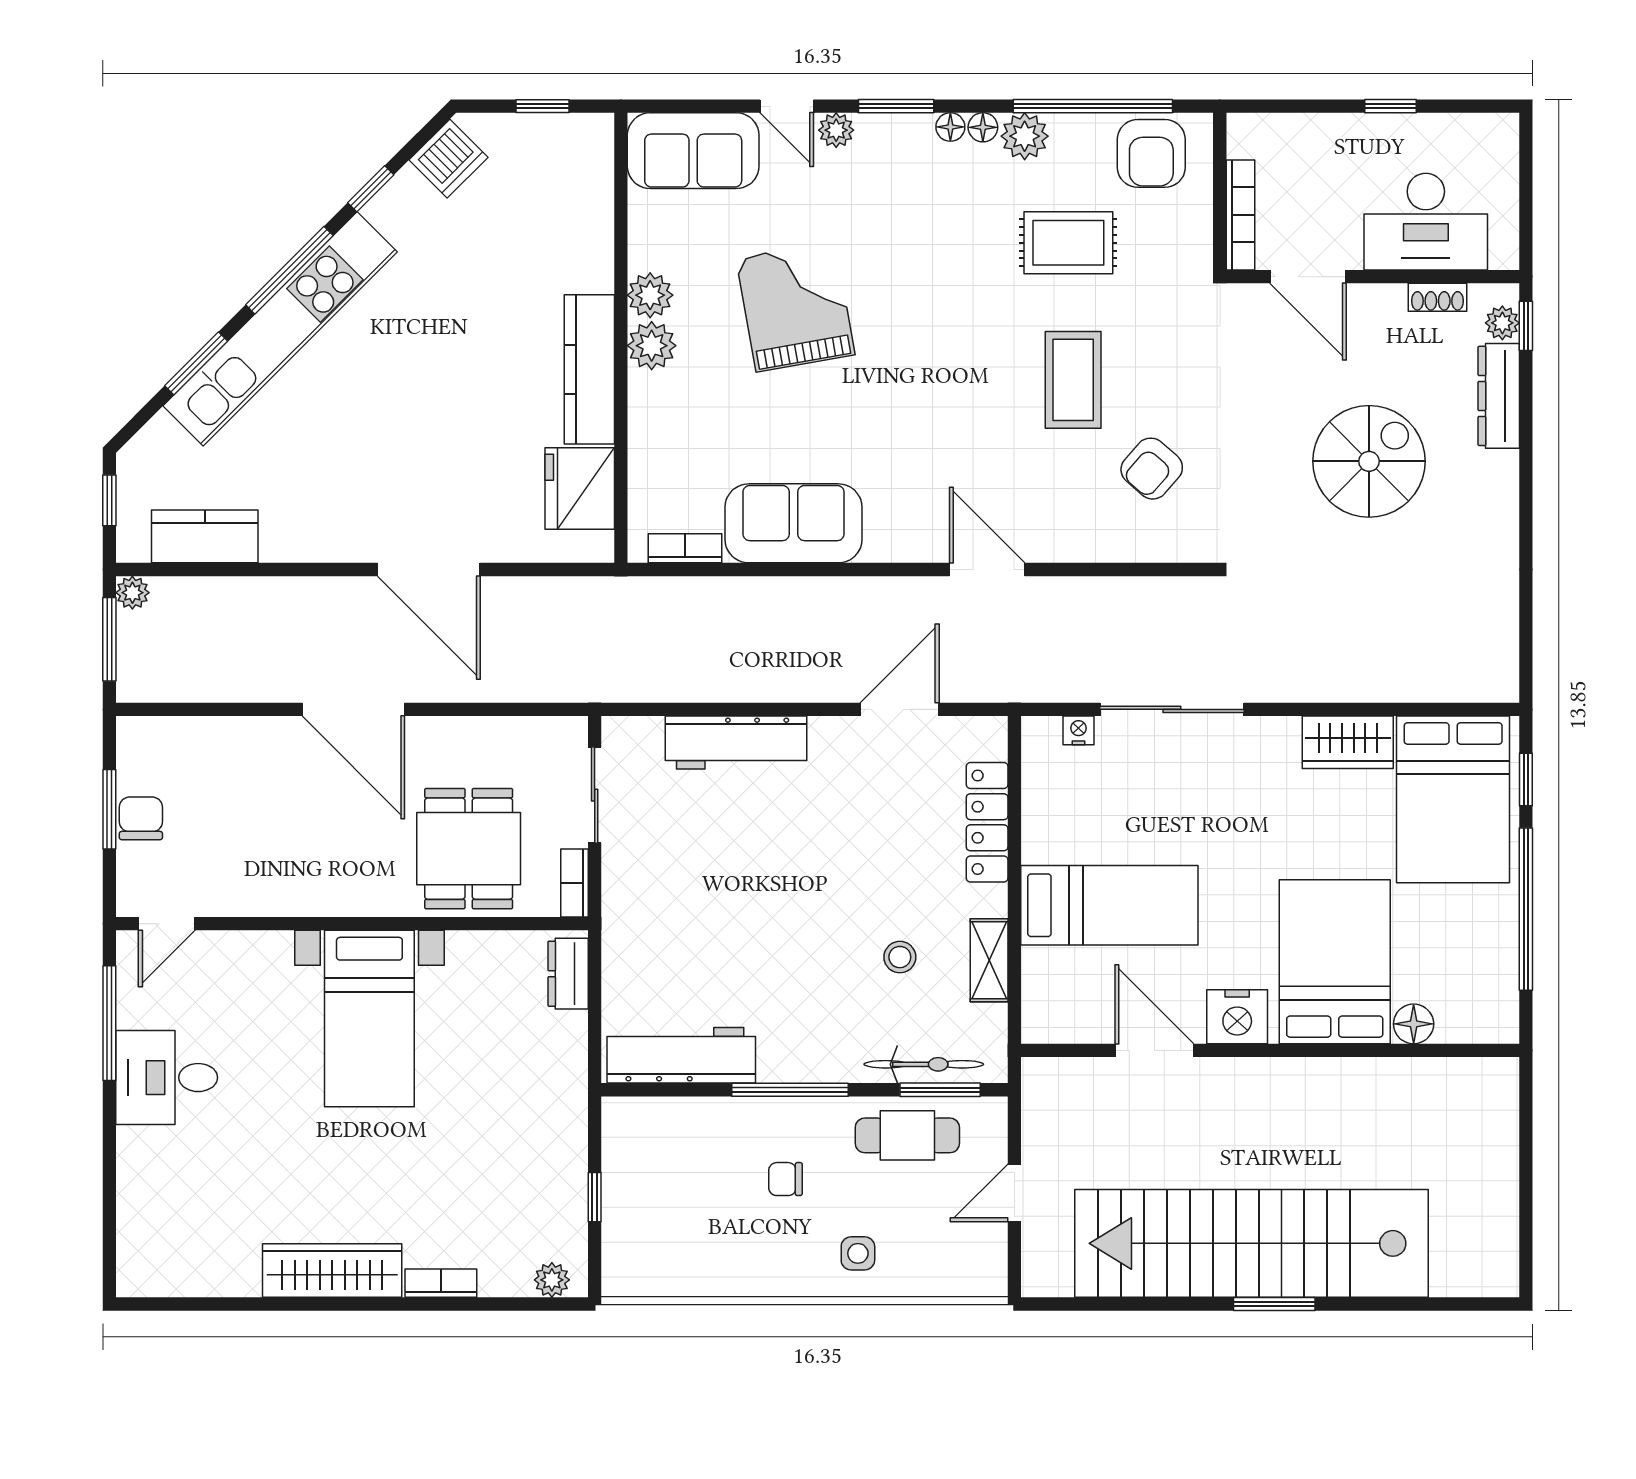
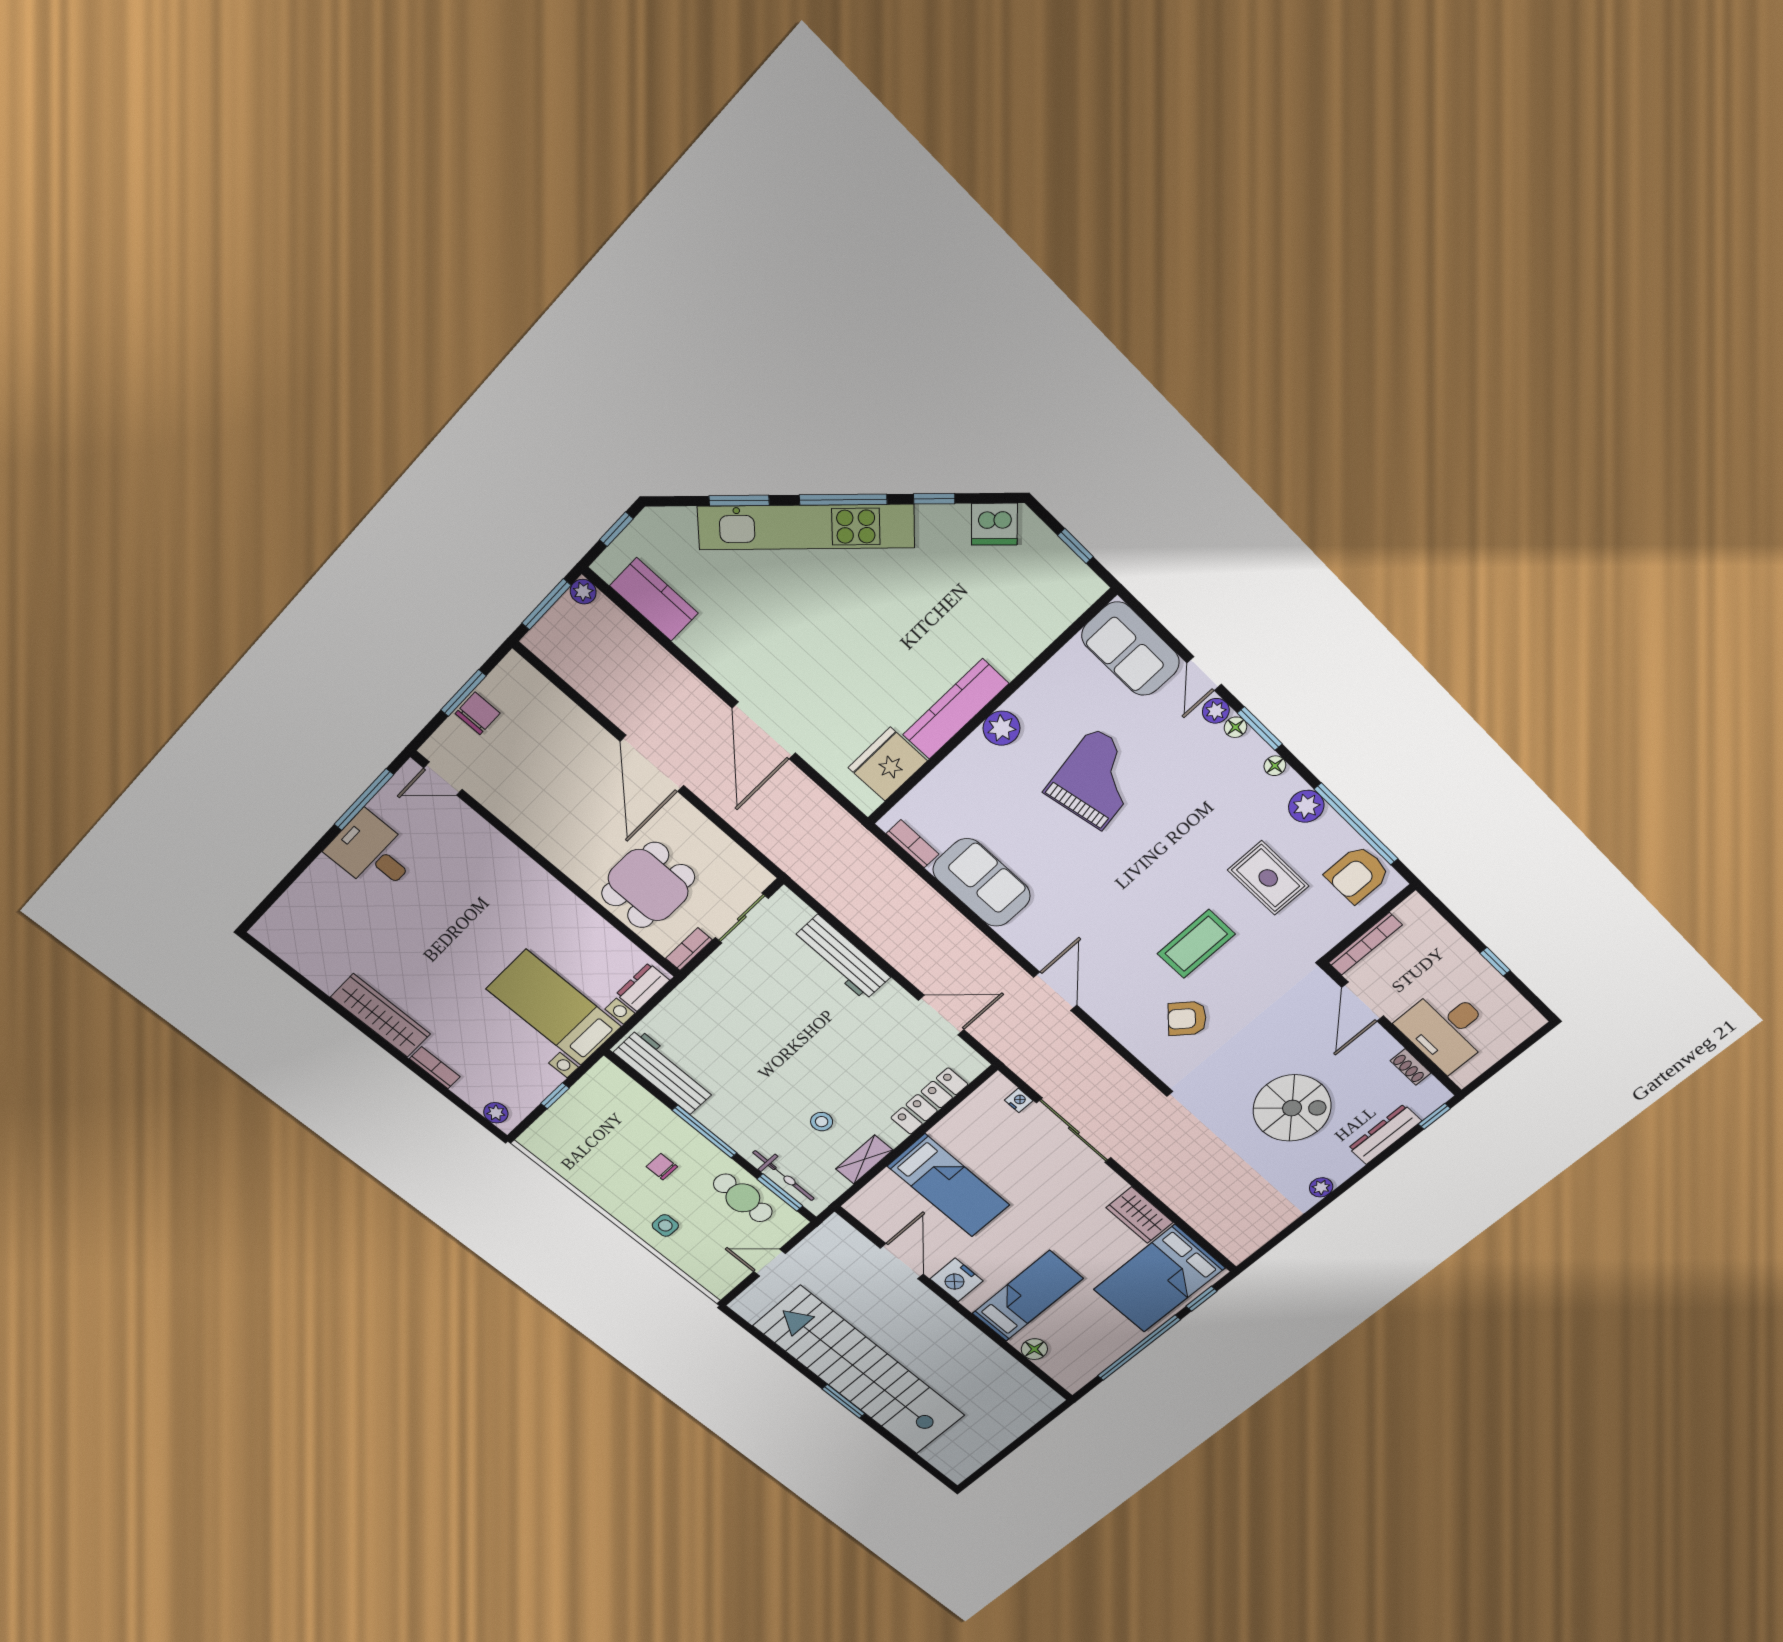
floor lamp: (983, 127) -> (1235, 727), moved
plant: (650, 295) -> (1028, 702), removed
plant: (1502, 323) -> (1321, 1187), moved
bed: (1335, 962) -> (1028, 1296), width x0.67
bed with nightstands: (369, 1018) -> (554, 1008), moved, turned 90

